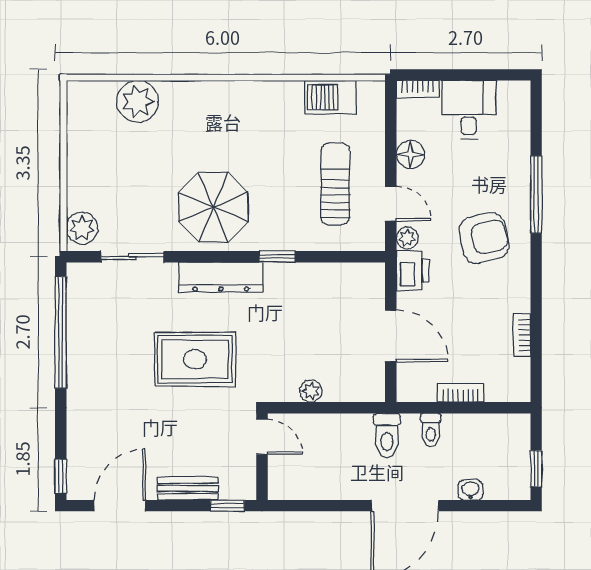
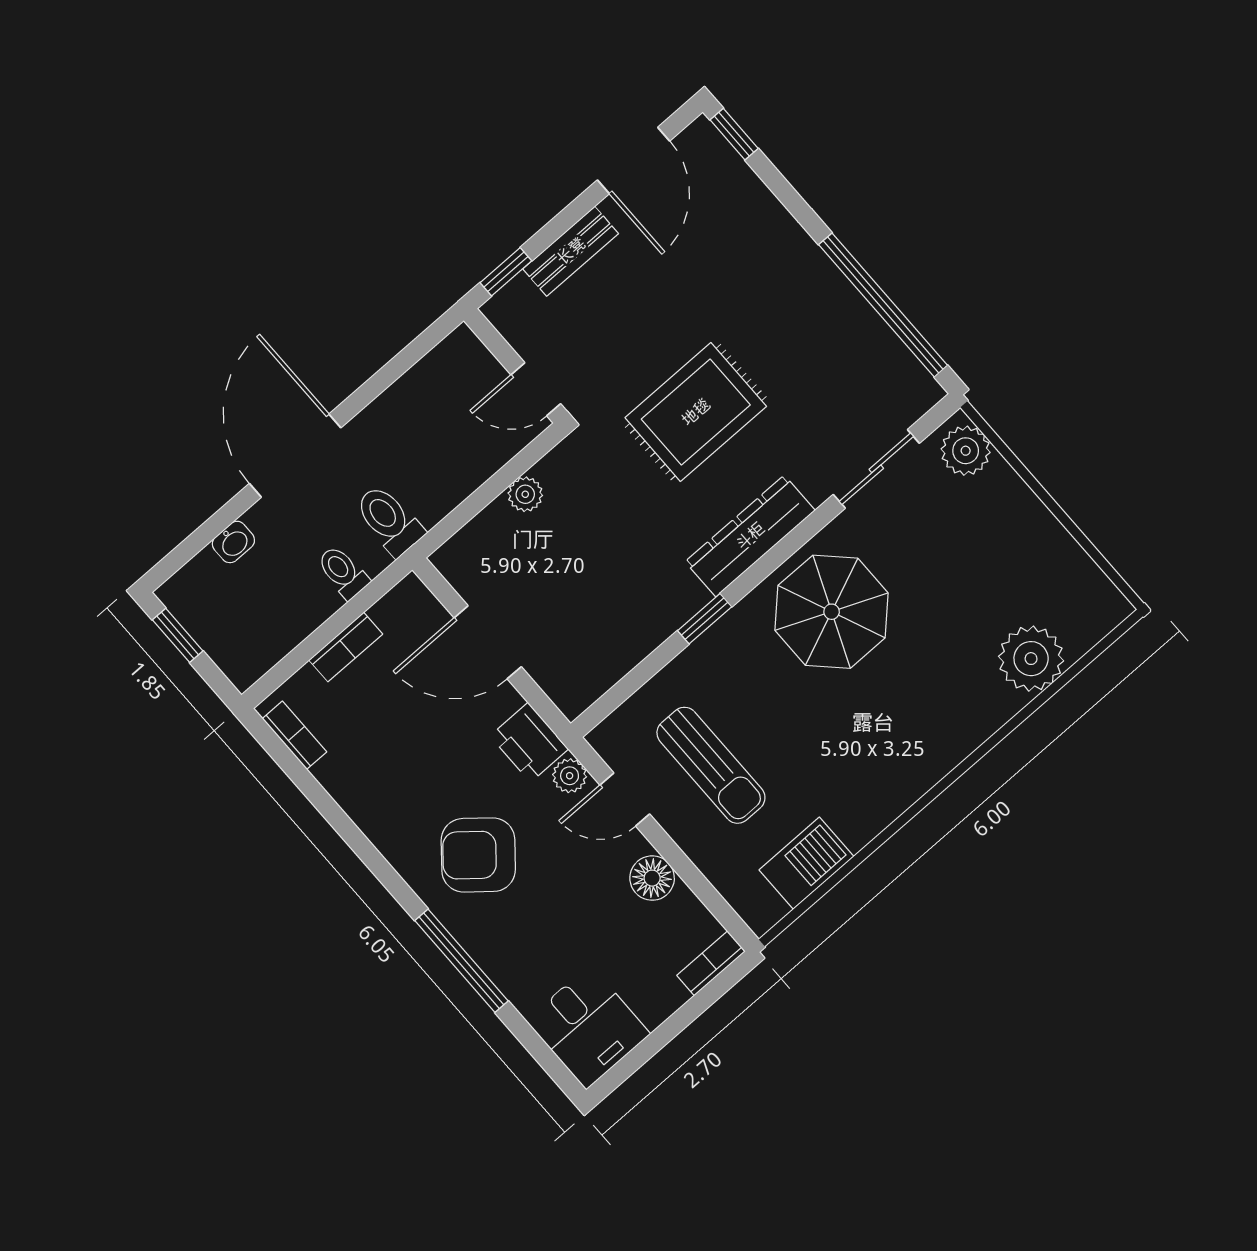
desk: (469, 110) -> (588, 1027), moved
armchair: (484, 238) -> (478, 855), turned 53
bookcase: (522, 335) -> (294, 735), moved

